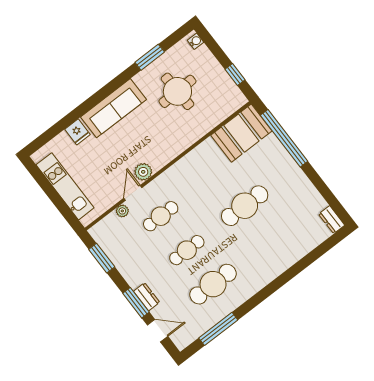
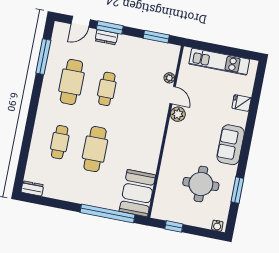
sofa: (113, 108) -> (231, 145), width x0.73
cafe table: (161, 216) -> (60, 142), moved

